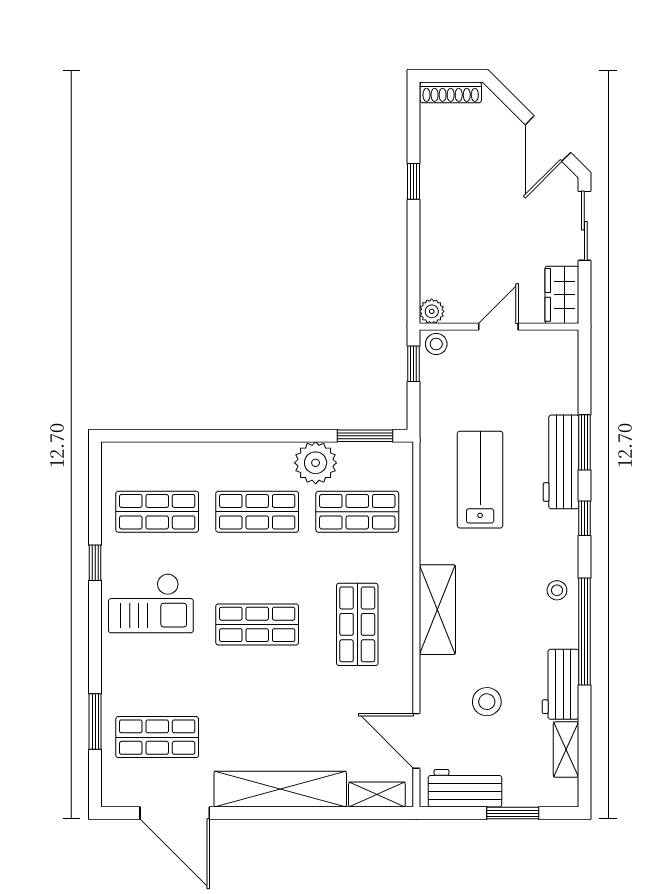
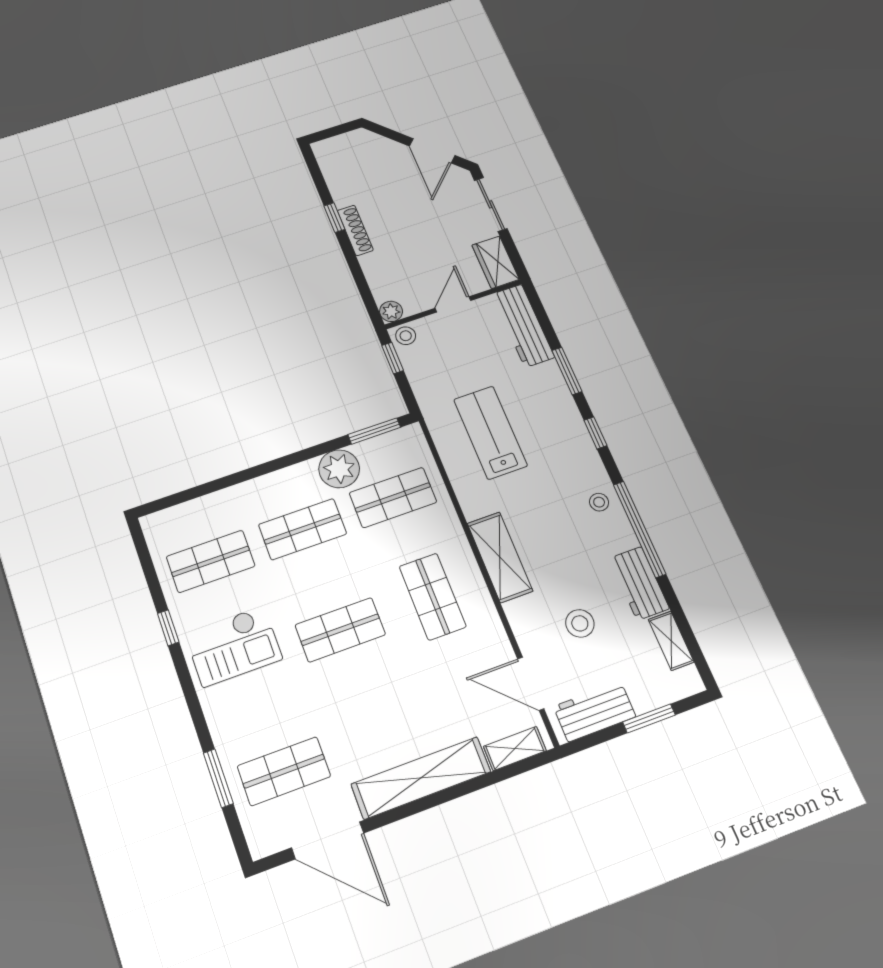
shoe rack: (451, 92) -> (355, 230), moved, turned -90
workbench: (561, 462) -> (523, 326), moved

